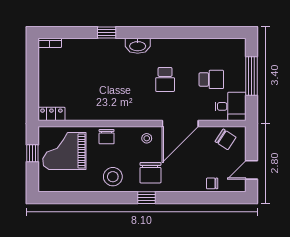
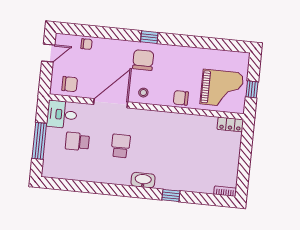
chair: (107, 137) -> (181, 98), turned -90
chair: (226, 139) -> (70, 84), turned 147
stool: (113, 177) -> (179, 60), removed

